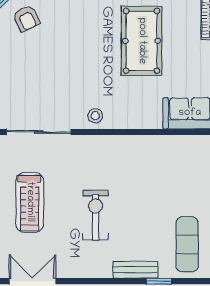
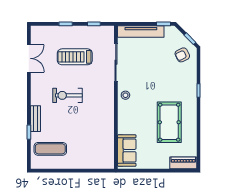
pool table: (142, 41) -> (169, 122), turned 90
exercise bike: (96, 215) -> (67, 95), turned 180

